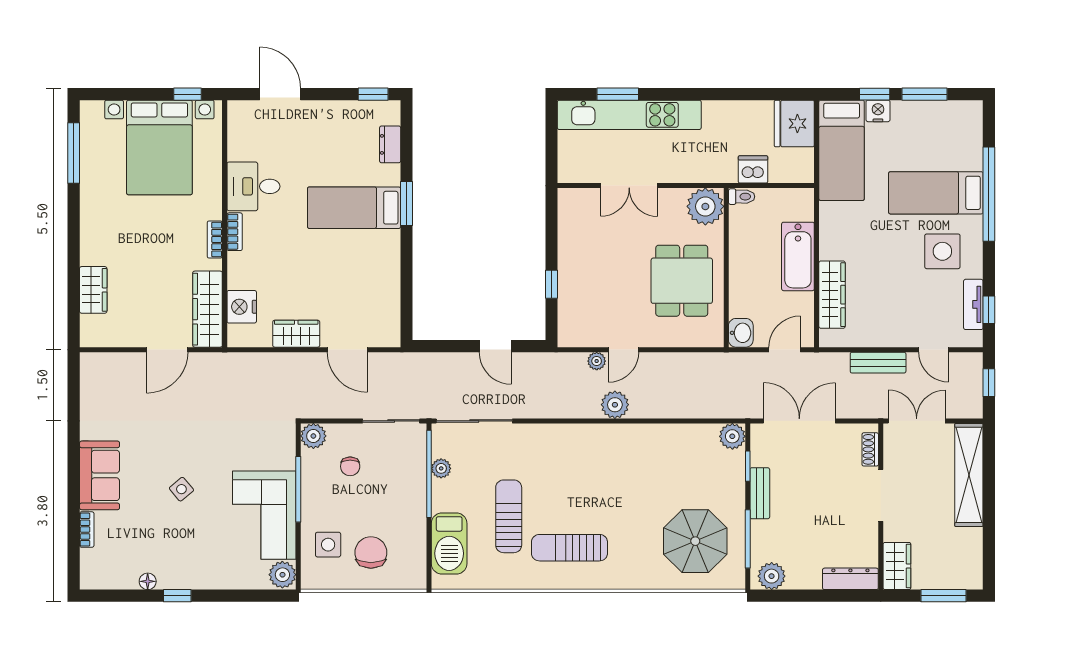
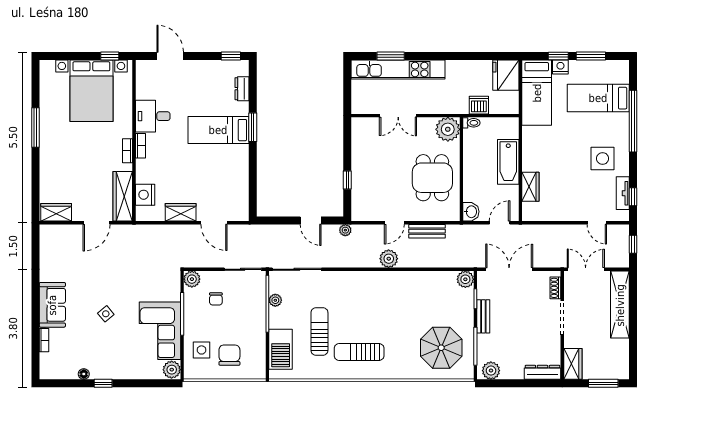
window: (74, 153) -> (35, 128), moved
bed: (936, 193) -> (598, 98), moved
wardrobe: (93, 290) -> (56, 212), moved, turned -90
wardrobe: (832, 295) -> (530, 187), width x0.67
plant: (597, 361) -> (345, 230), moved
bench: (878, 363) -> (427, 231), moved

